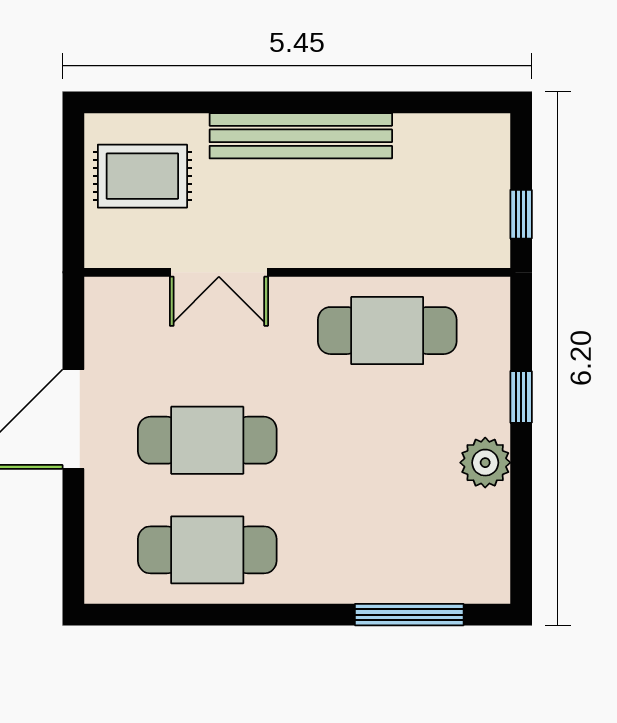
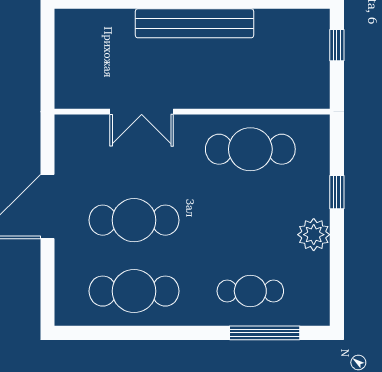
rug: (142, 176) -> (92, 49), removed
window: (521, 214) -> (337, 45), moved
cafe table: (387, 550) -> (250, 291), added

